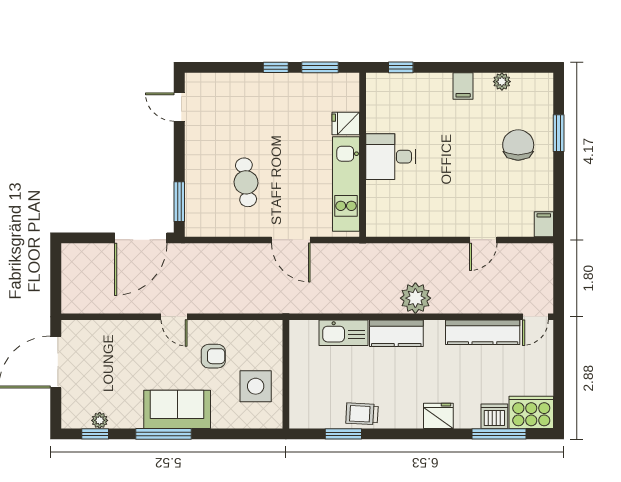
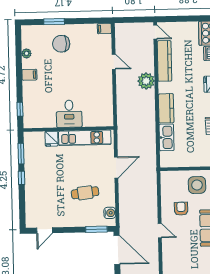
water cooler: (209, 226) -> (110, 213), added
plant: (415, 298) -> (146, 81), moved
door: (174, 317) -> (160, 231), hinge flipped

